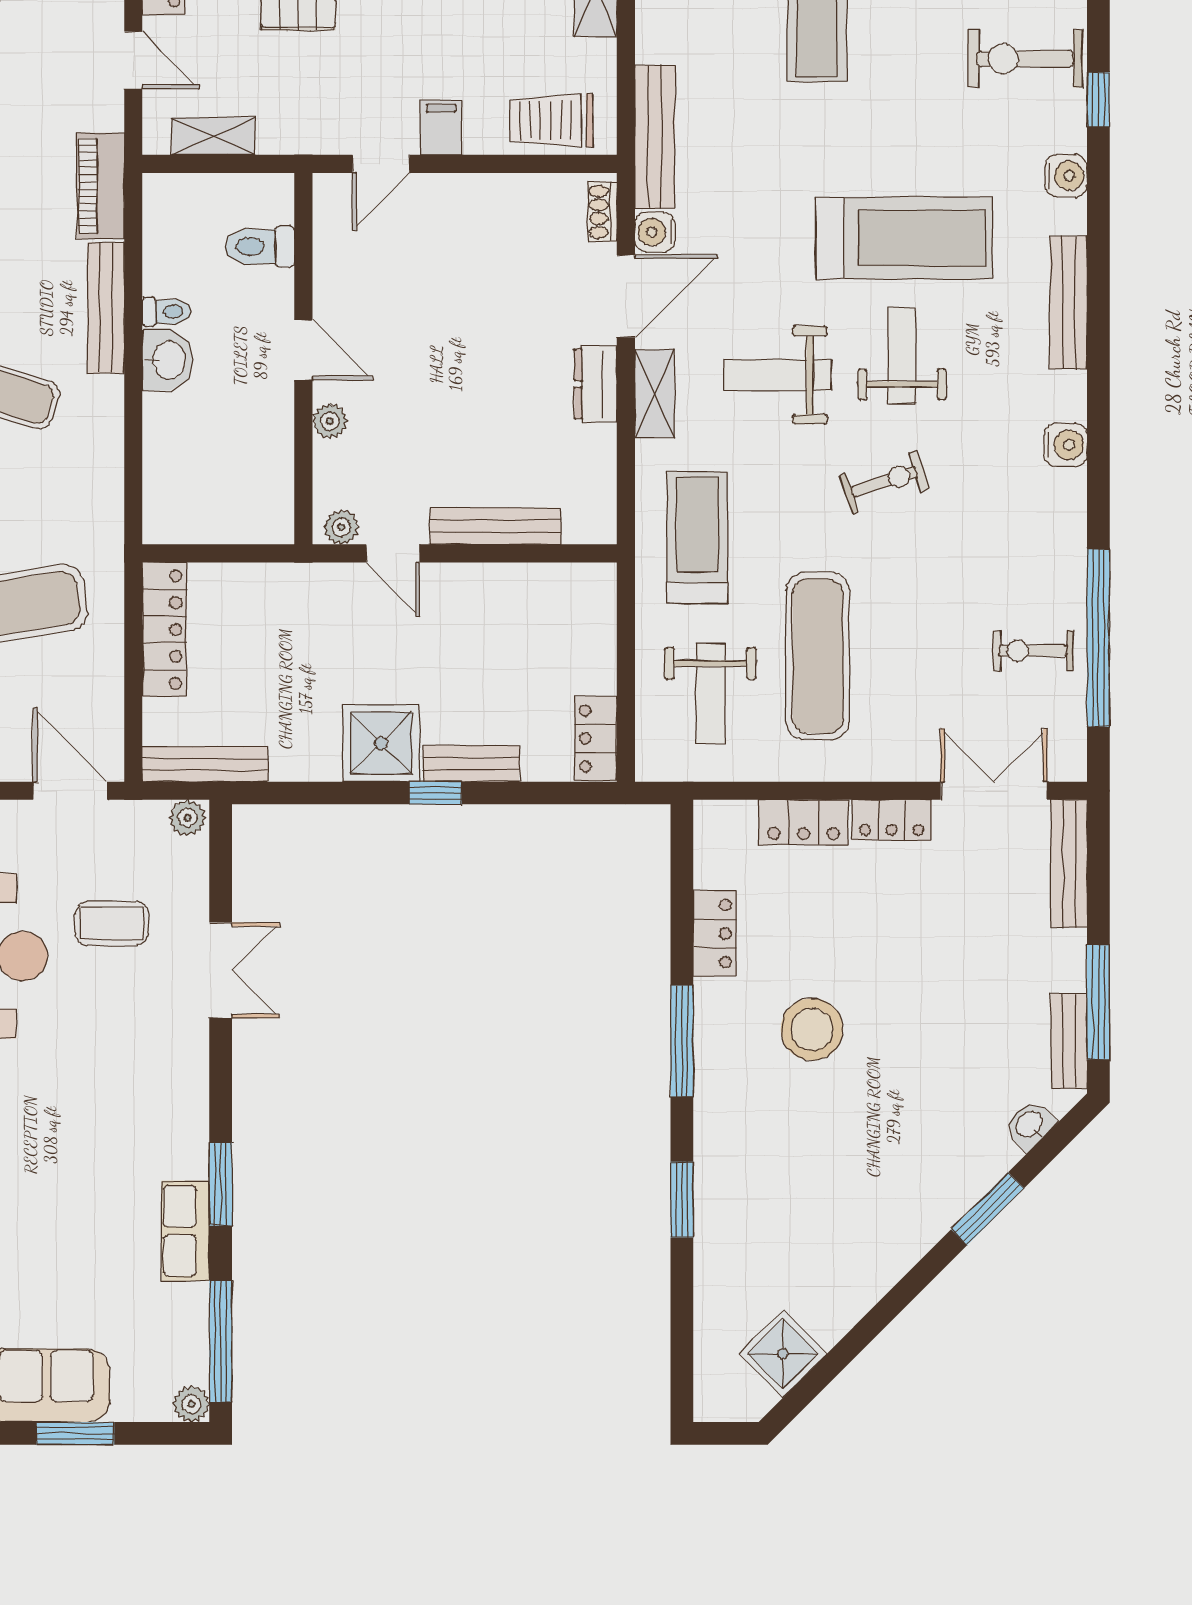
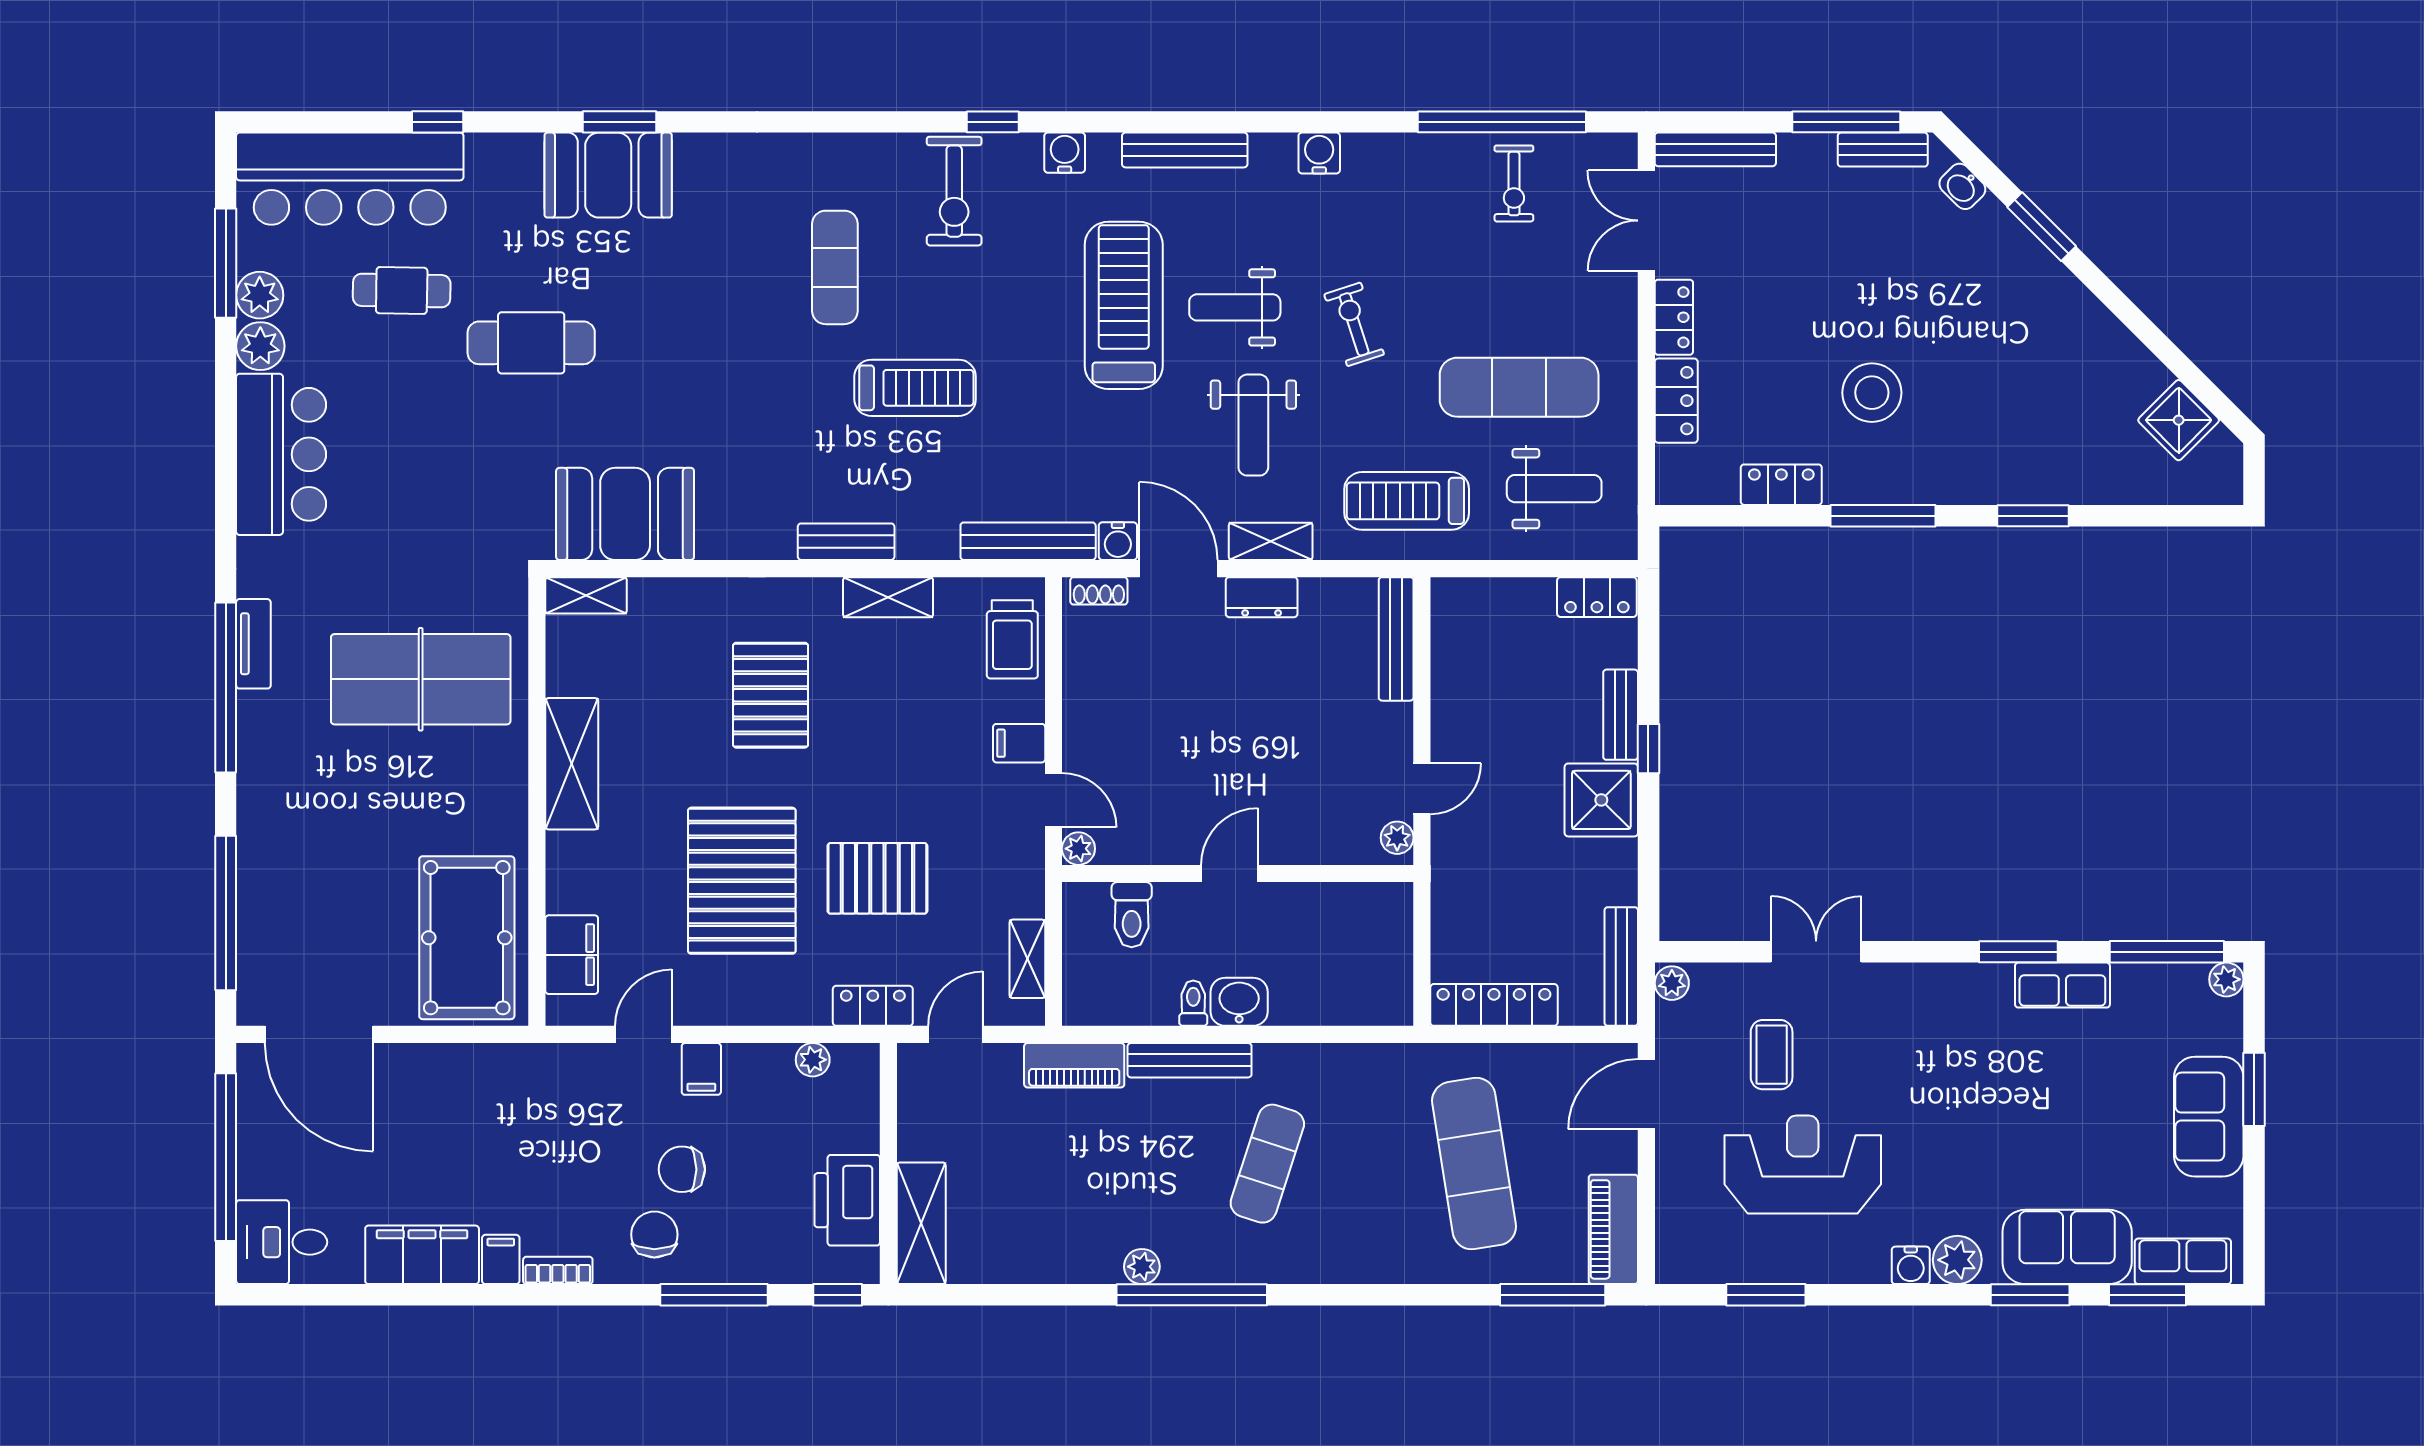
plant: (330, 421) -> (1078, 849), moved
bench: (495, 526) -> (1396, 639), moved

